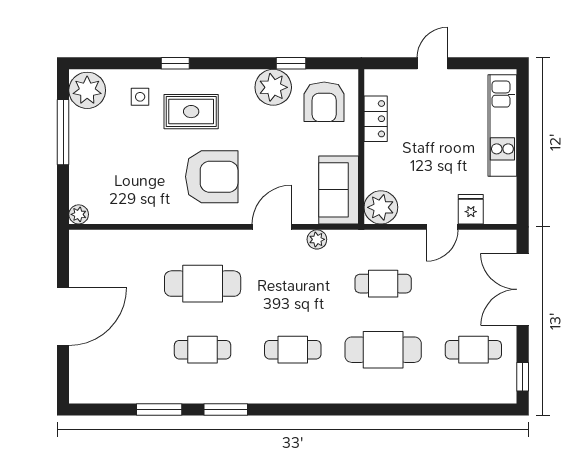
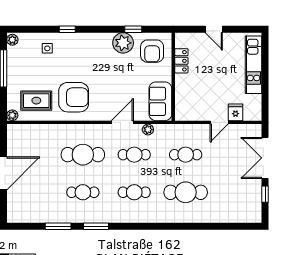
door: (432, 63) -> (214, 29), swing flipped
plant: (87, 90) -> (12, 40), width x0.53, depth x0.53
rug: (191, 112) -> (36, 101), moved
armchair: (212, 177) -> (74, 97), moved
plant: (381, 207) -> (184, 111), removed
cafe table: (473, 350) -> (134, 155), moved
window: (523, 377) -> (265, 194), moved

